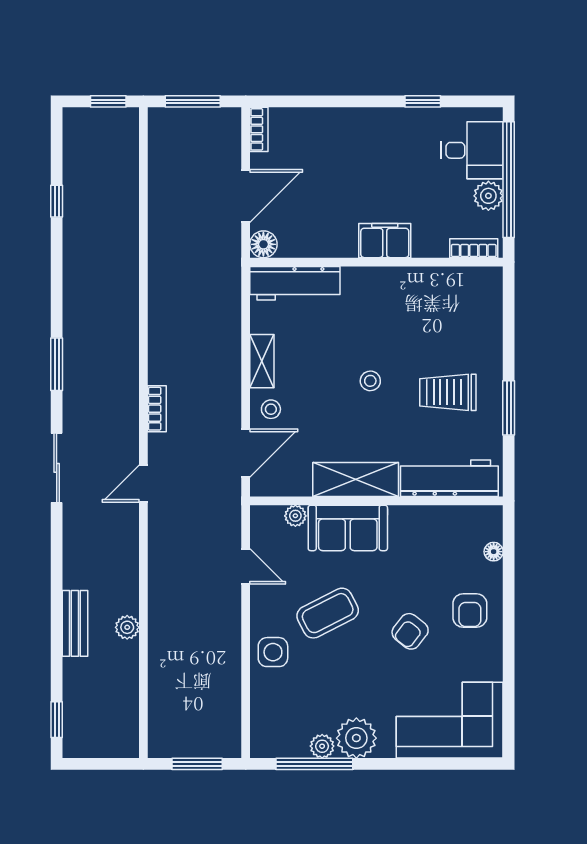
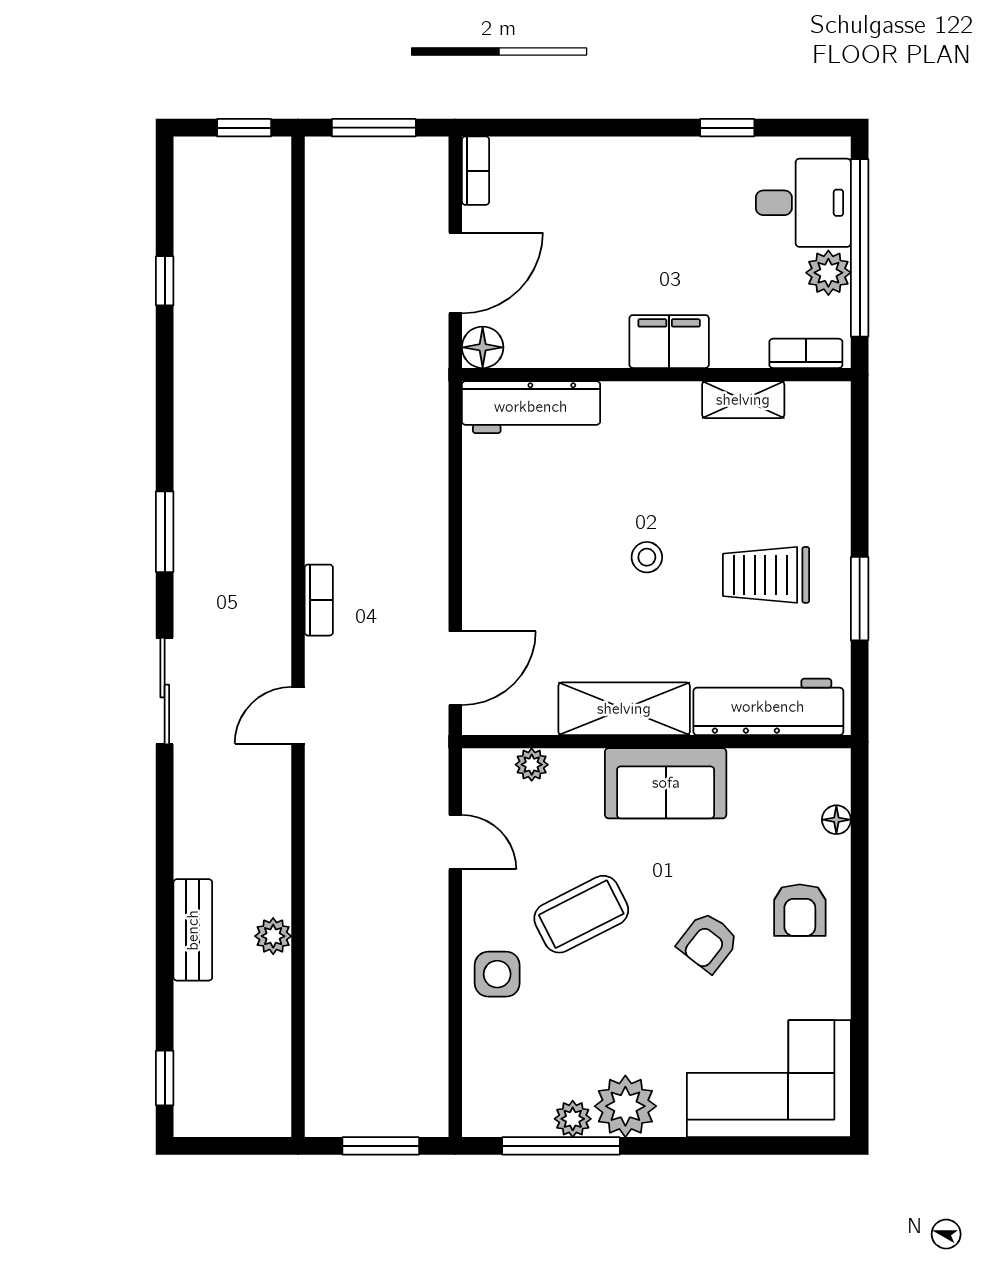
shelving: (262, 361) -> (743, 400), moved, turned 90
stool: (271, 409) -> (494, 601), removed
sofa: (348, 528) -> (666, 783), moved

